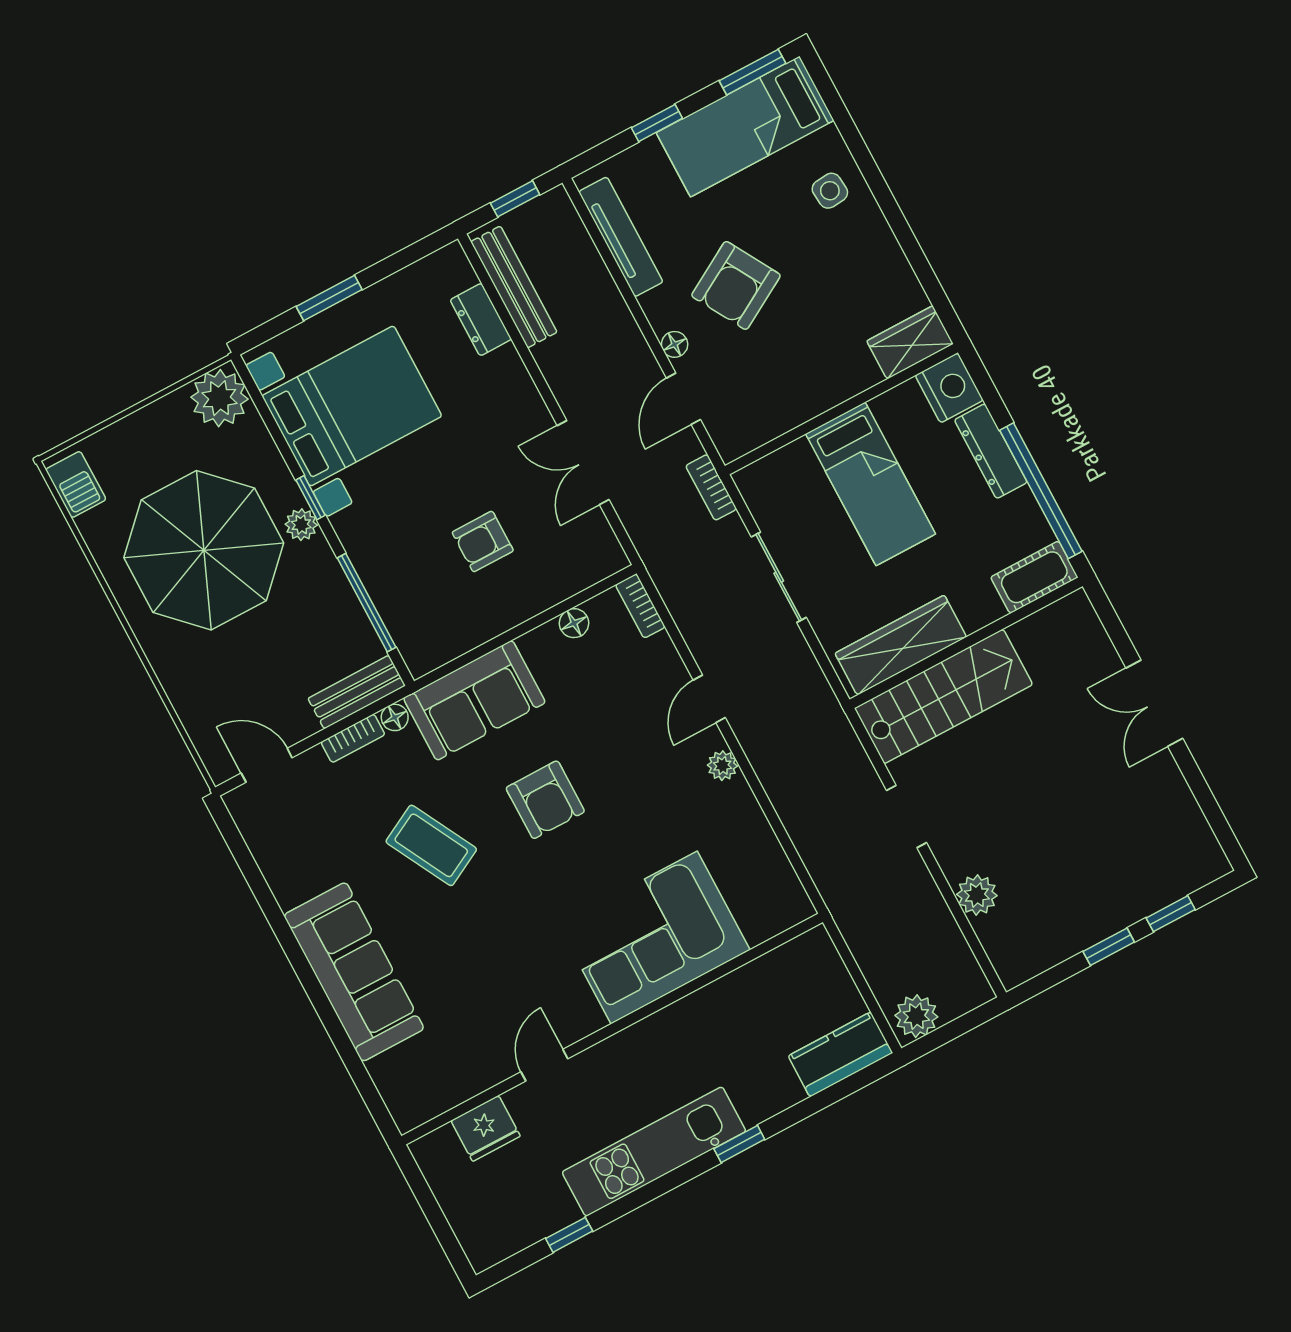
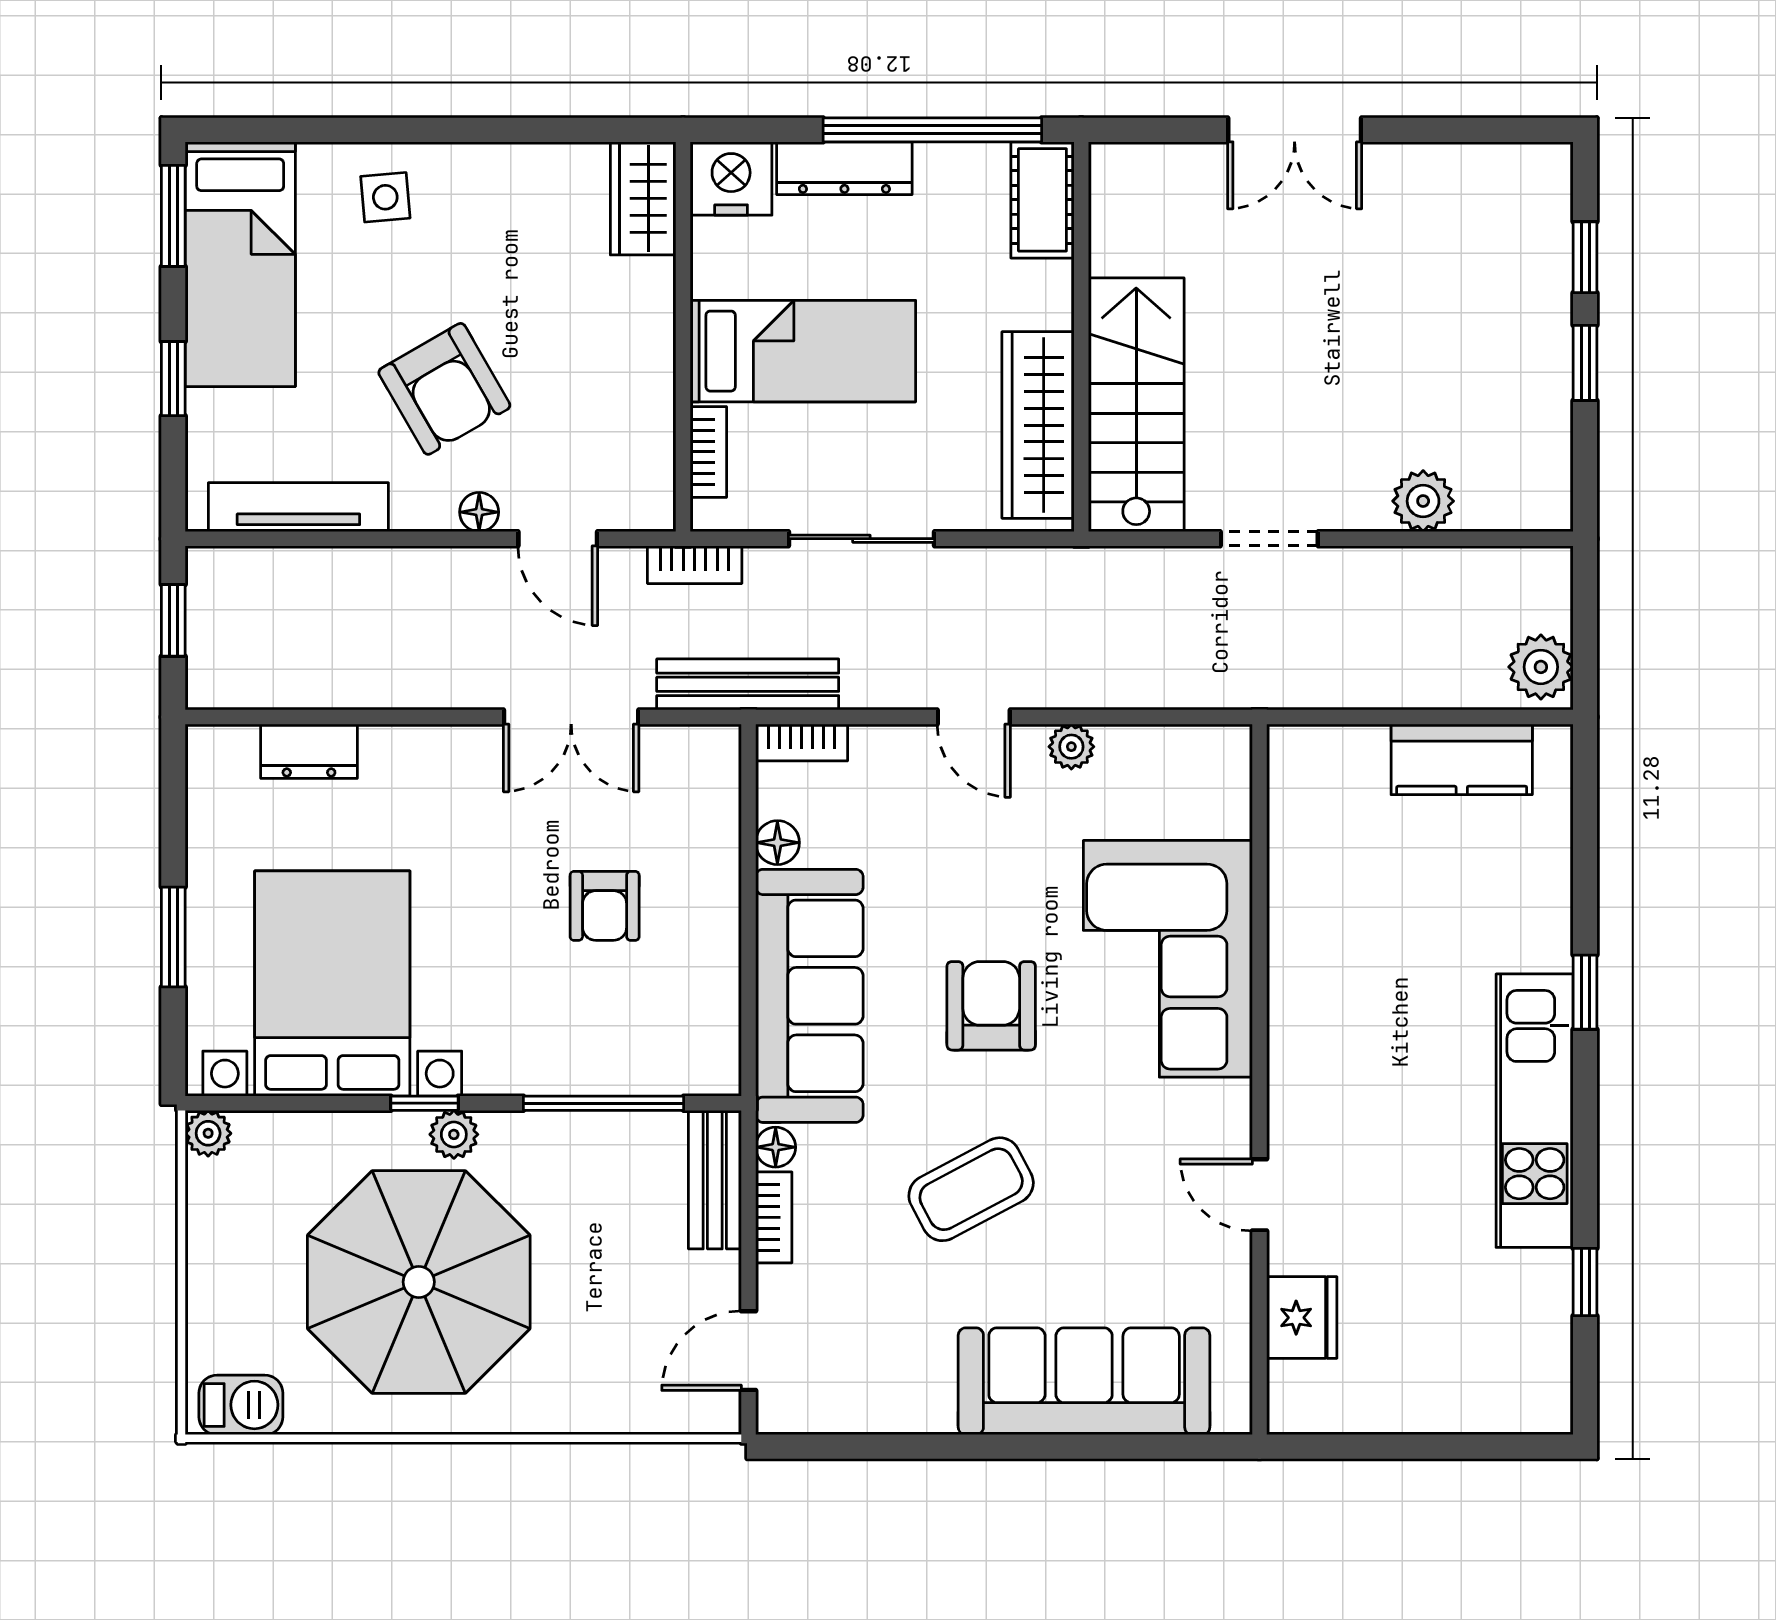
bench: (514, 287) -> (748, 684), moved
plant: (219, 398) -> (208, 1133), width x0.53, depth x0.53
bookcase: (782, 460) -> (708, 452), added
sofa: (474, 700) -> (809, 996), width x1.36
armchair: (545, 800) -> (991, 1006), turned -90
corner sofa: (654, 937) -> (1168, 959), moved
wall: (612, 1029) -> (1259, 1079), moved
kitchen counter: (840, 1054) -> (1462, 759), moved, turned -90
door: (544, 1065) -> (1259, 1195), moved
fridge: (486, 1128) -> (1302, 1318), moved

